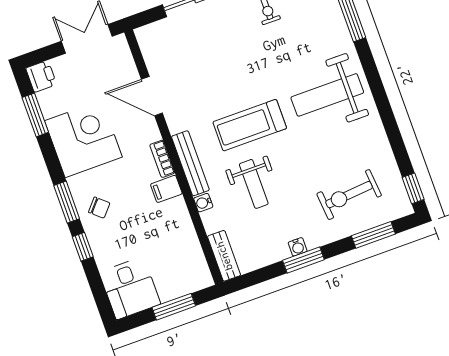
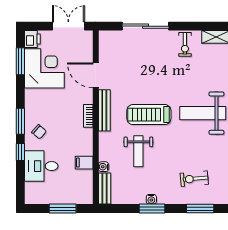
corner desk: (83, 139) -> (44, 68), moved
bench: (190, 163) -> (104, 110), moved
filing cabinet: (166, 189) -> (84, 163), moved
exercise bike: (349, 195) -> (194, 179), width x0.73, depth x0.72
water cooler: (203, 203) -> (104, 167), moved
desk: (130, 288) -> (41, 166), moved, turned 90

